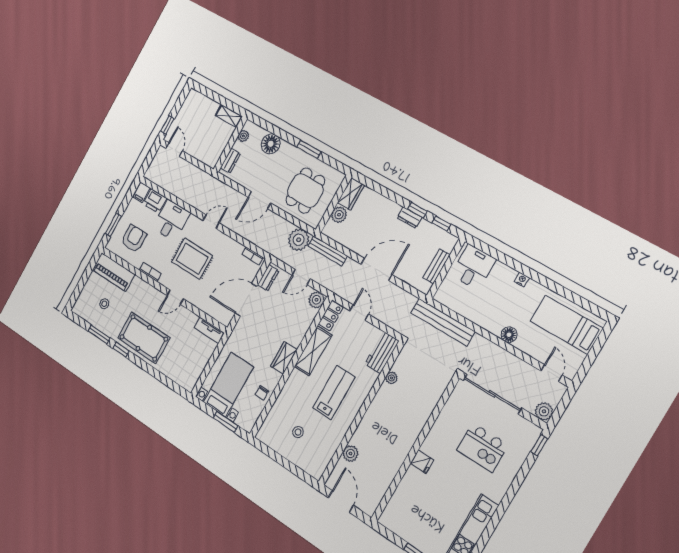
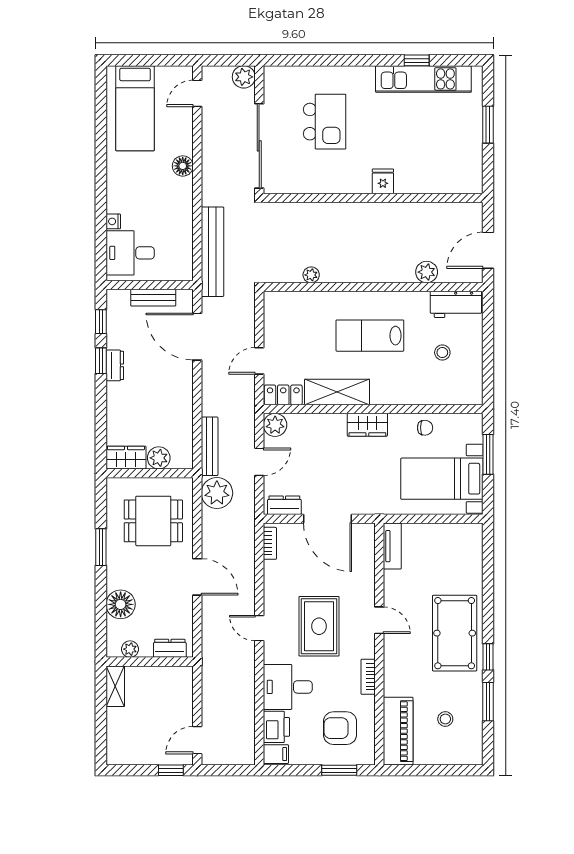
door: (377, 269) -> (197, 337), moved
door: (301, 277) -> (259, 462), hinge flipped
nightstand: (522, 280) -> (113, 221), moved
workbench: (382, 352) -> (456, 304), moved
window: (539, 445) -> (417, 60), moved

